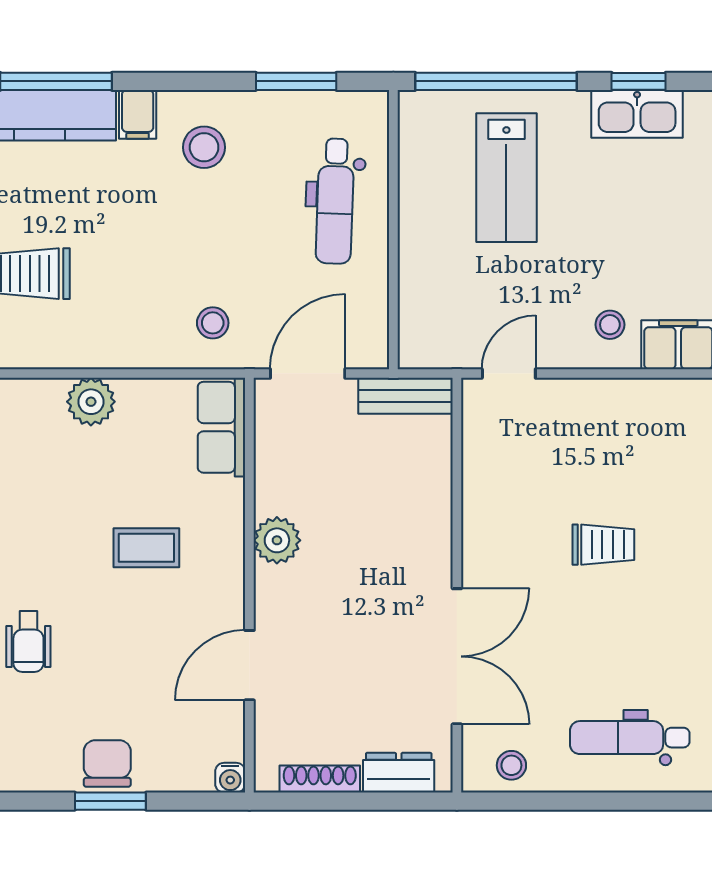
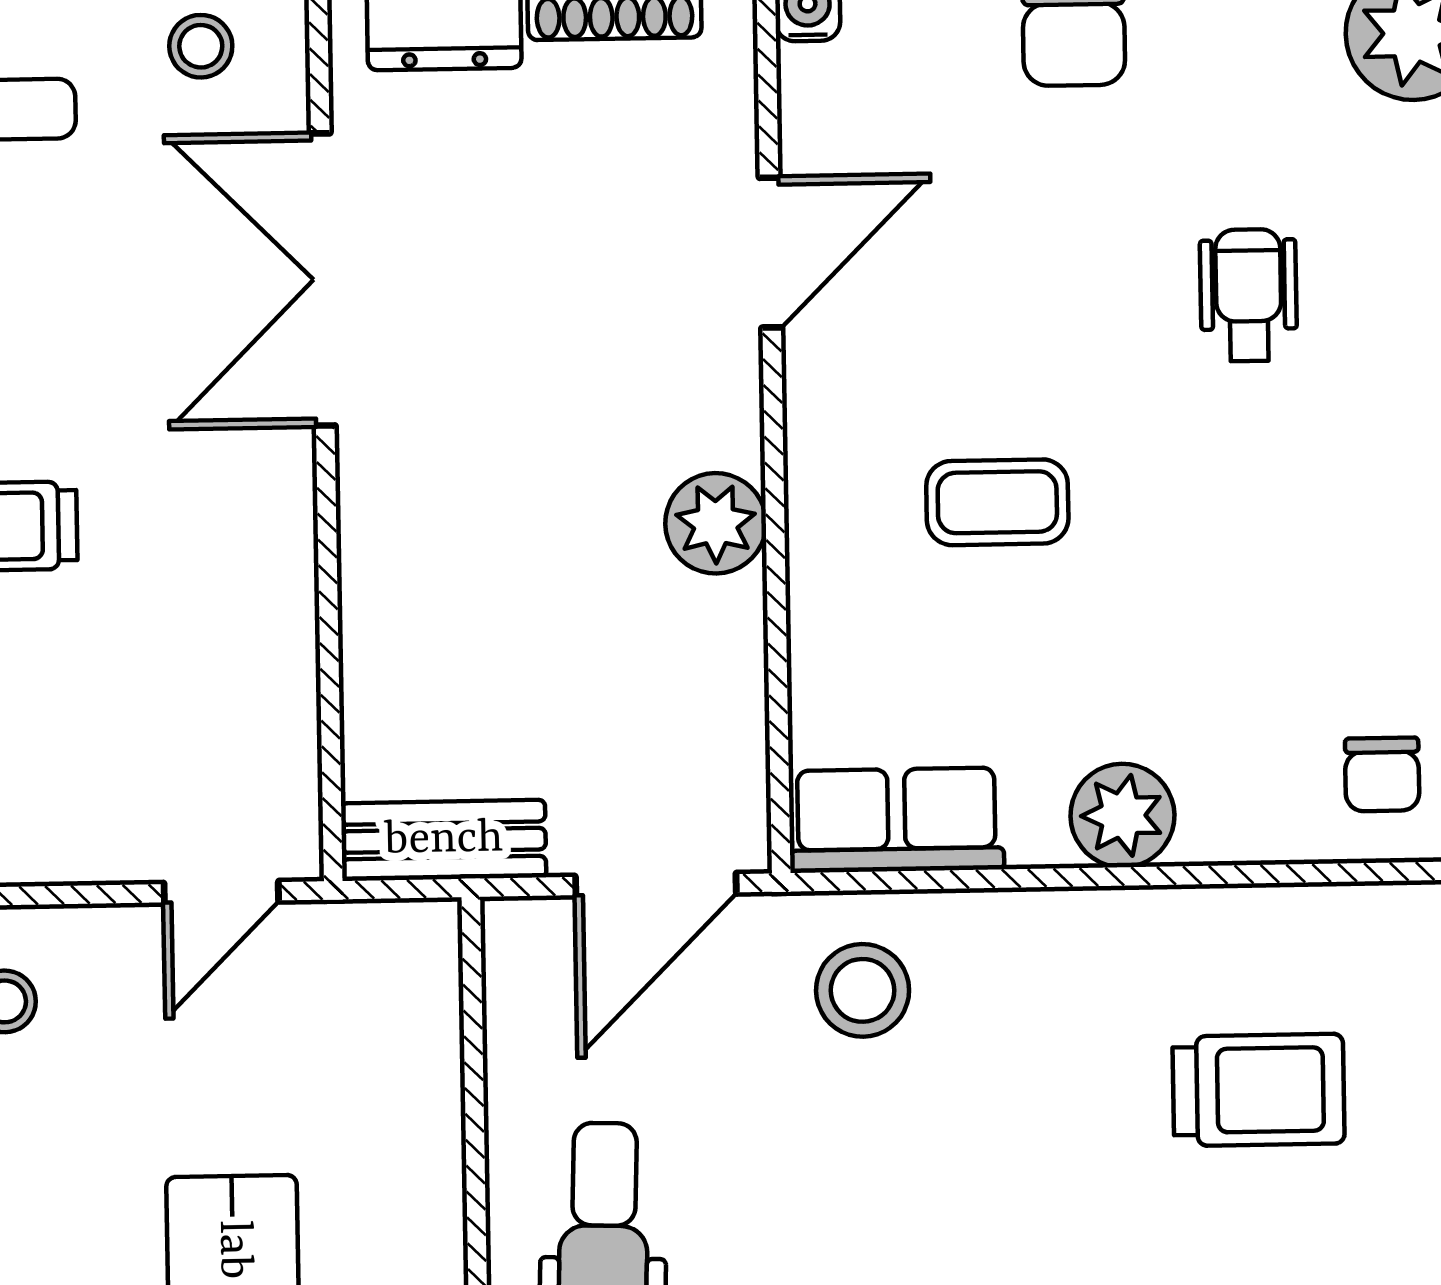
stool: (213, 323) -> (863, 990), width x1.37, depth x1.37
row of seats: (221, 427) -> (896, 820), moved, turned -90

